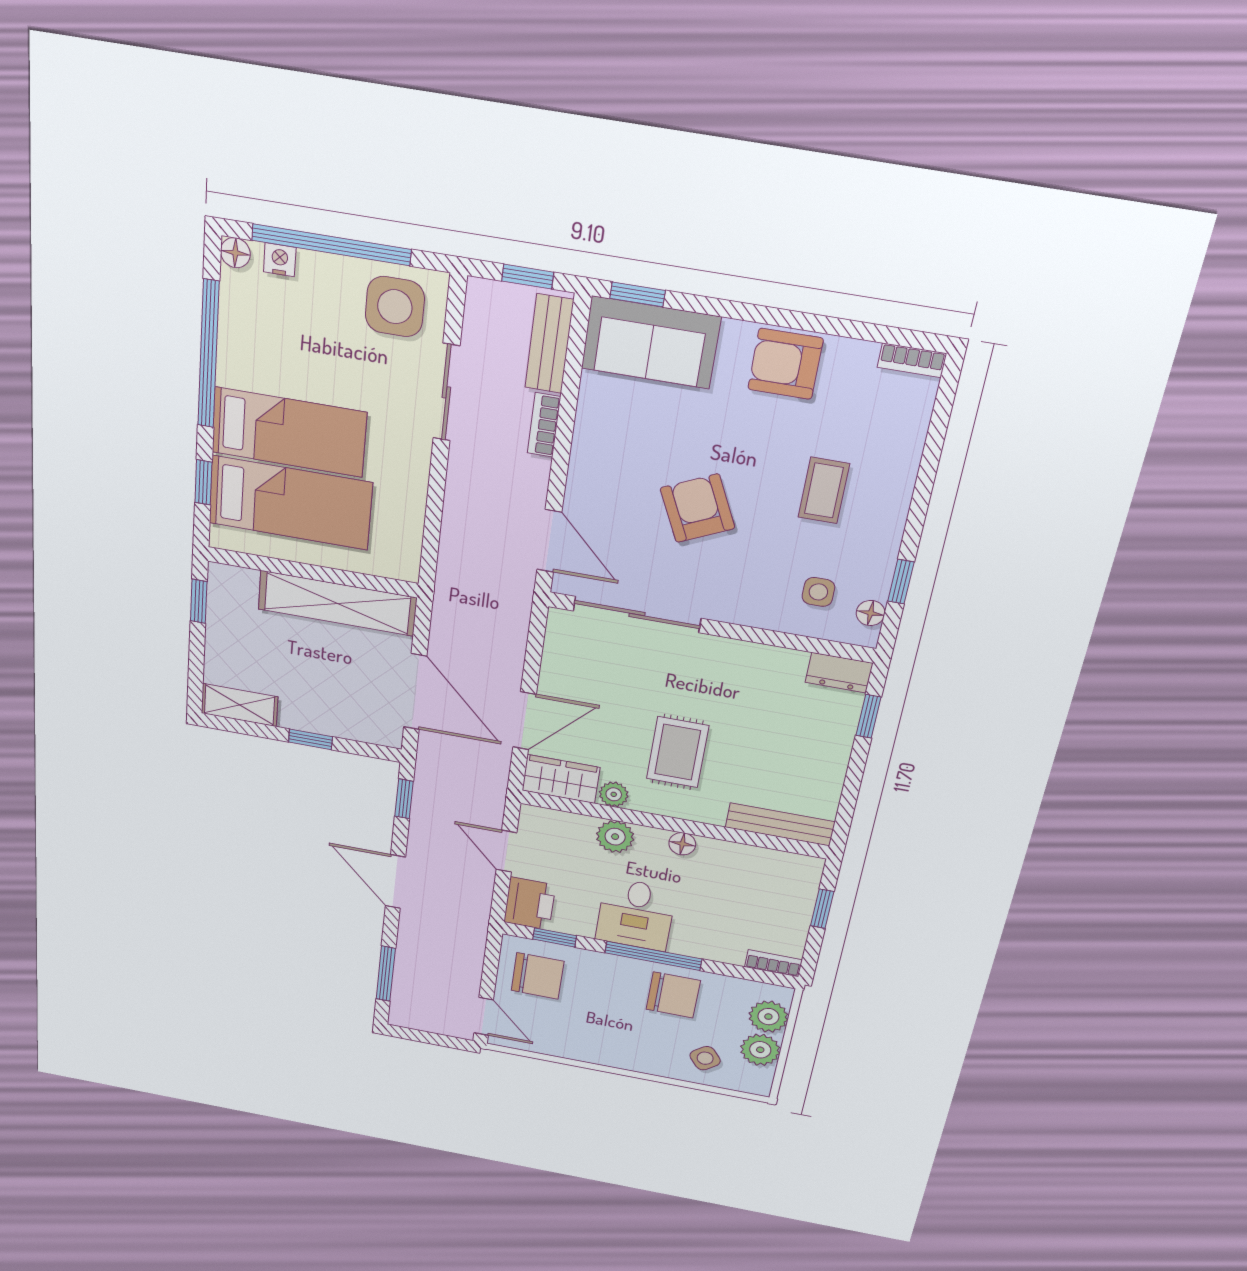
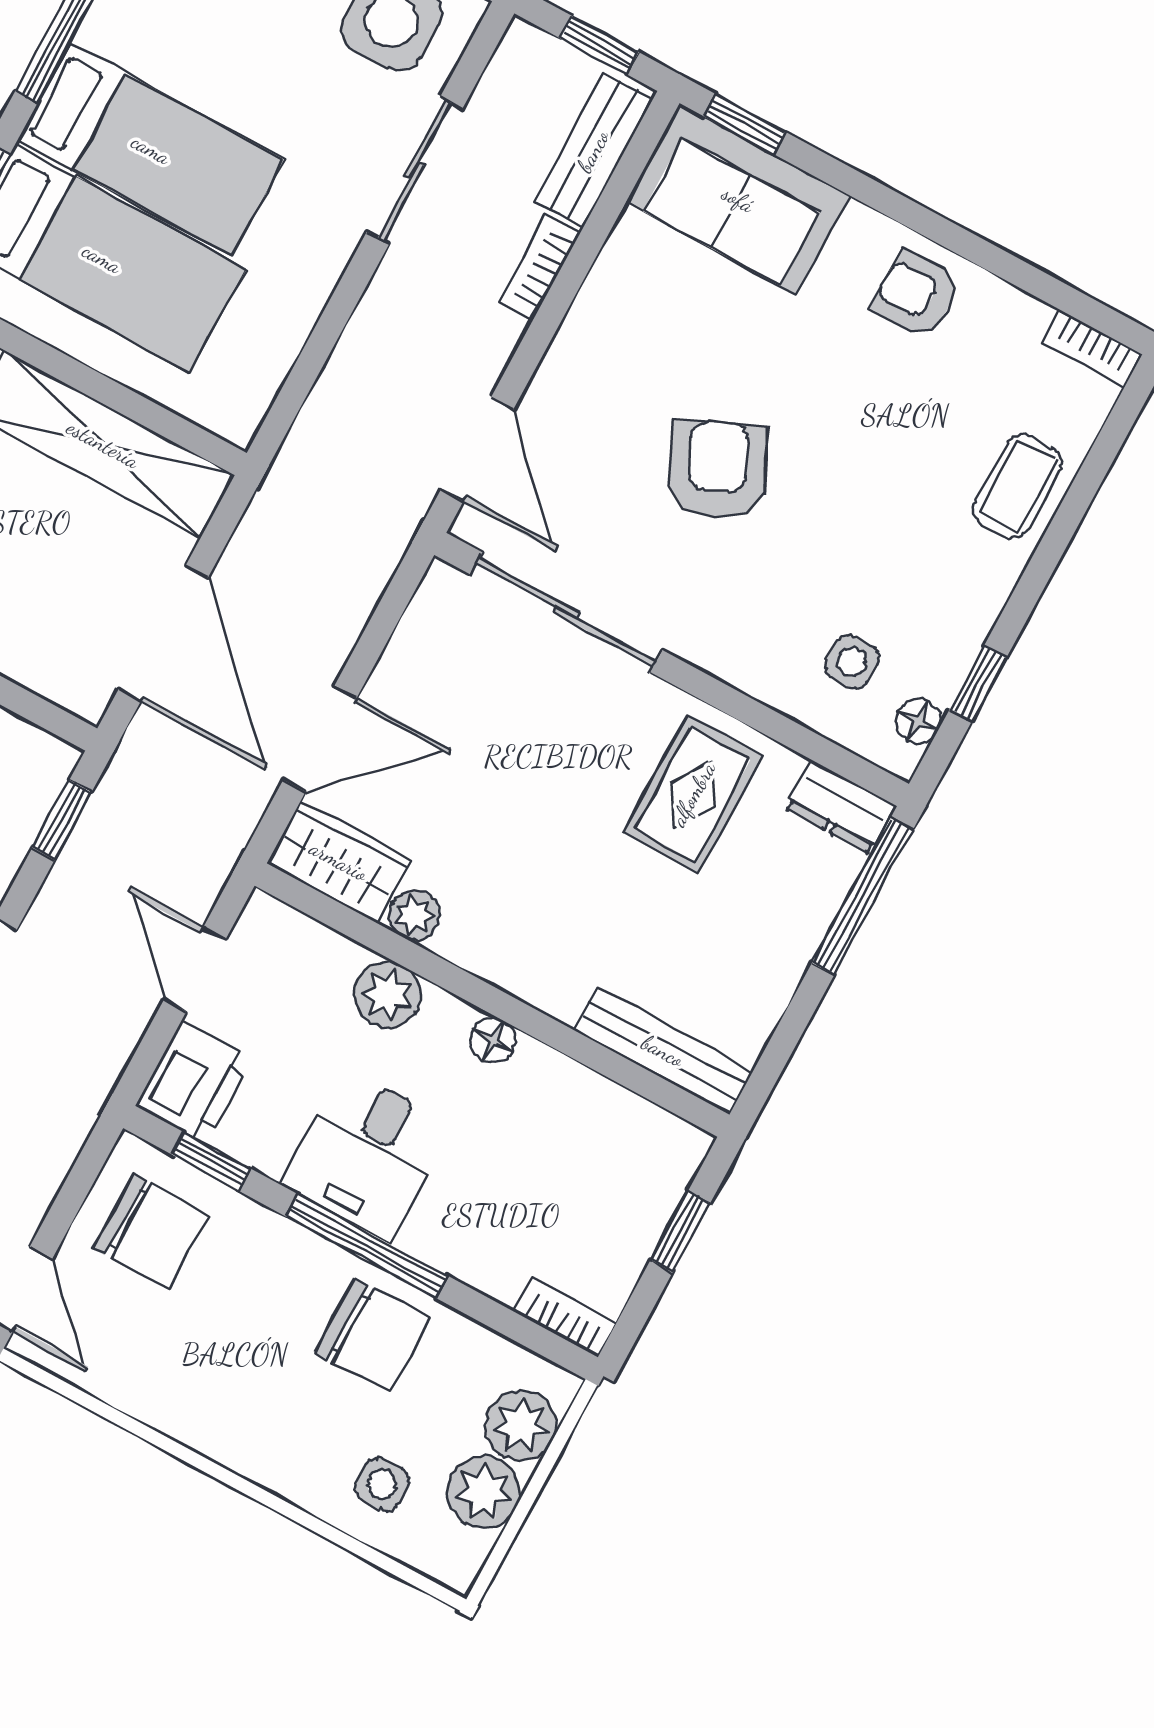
armchair: (785, 364) -> (916, 294), width x0.72, depth x0.72
coffee table: (824, 490) -> (1017, 486), moved
window: (869, 716) -> (862, 896), width x2.17
rug: (678, 752) -> (693, 794), moved
side table: (705, 1058) -> (382, 1484), turned 38

